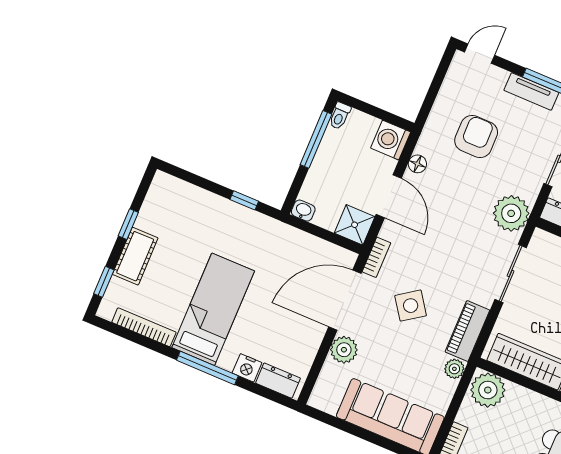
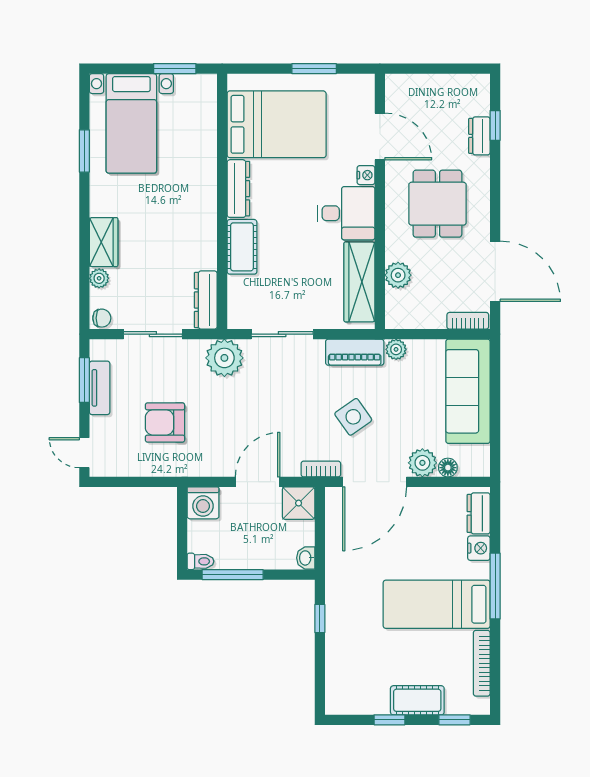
floor lamp: (417, 164) -> (448, 468), moved
door: (345, 300) -> (375, 482), hinge flipped
plant: (488, 390) -> (398, 275), moved, width x0.73, depth x0.73

